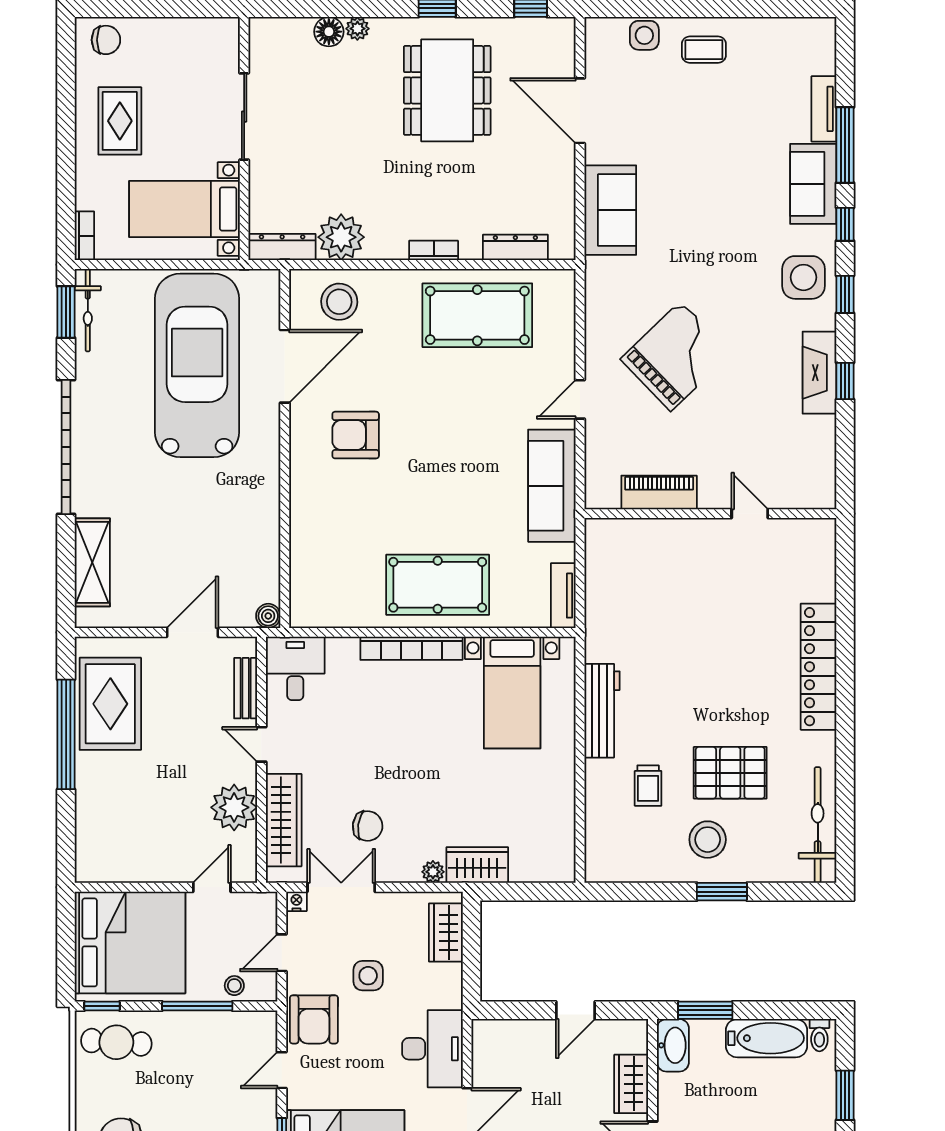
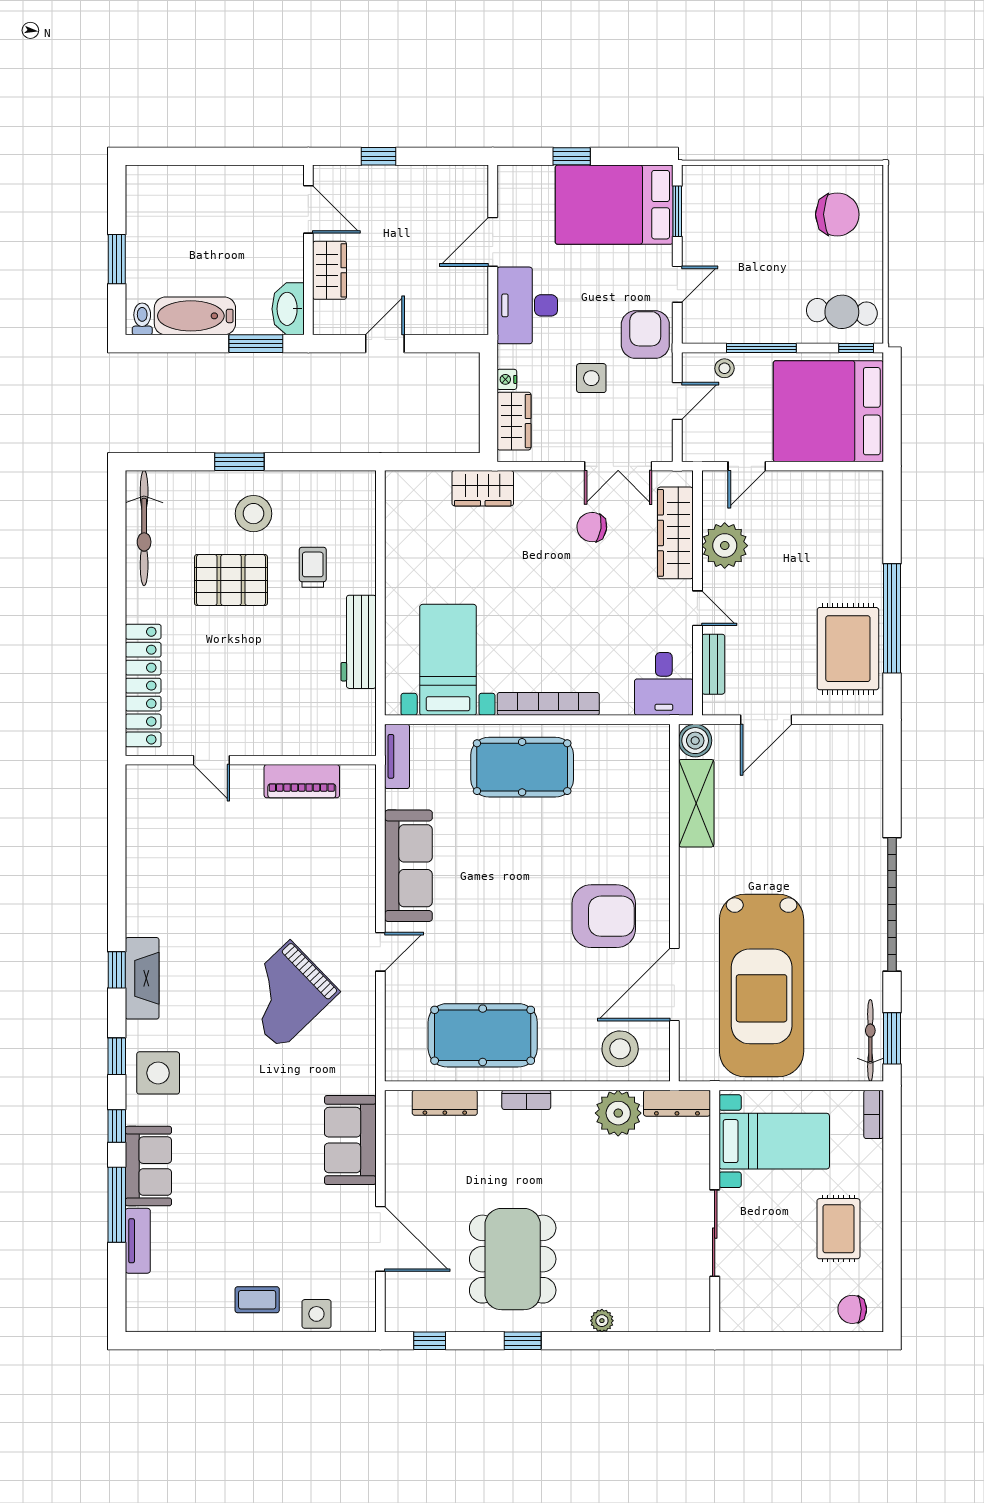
floor lamp: (329, 32) -> (630, 1318), removed
armchair: (356, 435) -> (604, 916), width x1.36, depth x1.36
piano: (659, 492) -> (302, 781), moved
wall: (710, 514) -> (251, 760), moved
door: (750, 514) -> (211, 760), moved
shelving: (92, 562) -> (696, 803), moved
boiler: (268, 616) -> (695, 741), width x1.36, depth x1.36
plant: (433, 872) -> (527, 481), removed
nightstand: (296, 901) -> (507, 379), moved, turned 90

